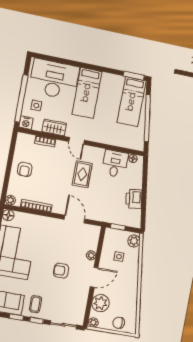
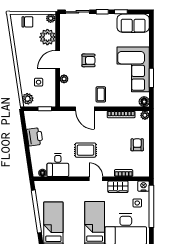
rug: (82, 174) -> (86, 150), turned 90
coffee table: (35, 304) -> (101, 94), moved

